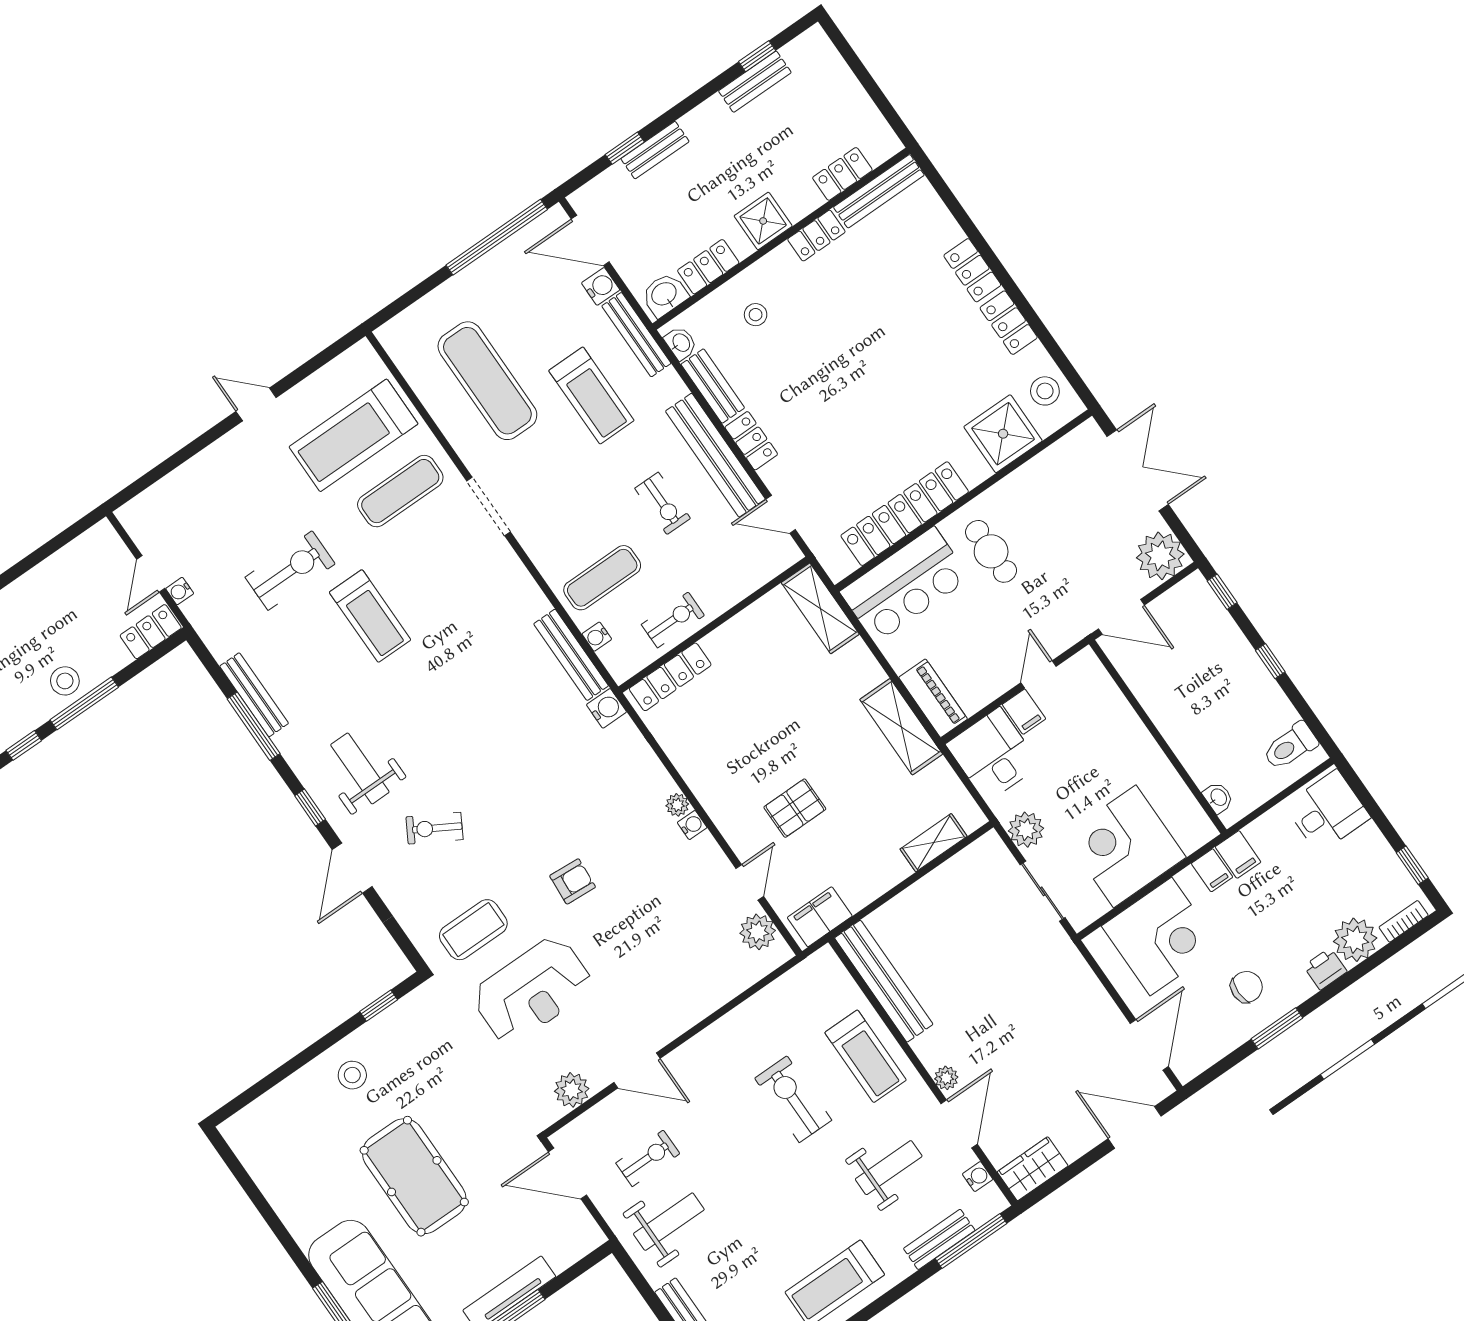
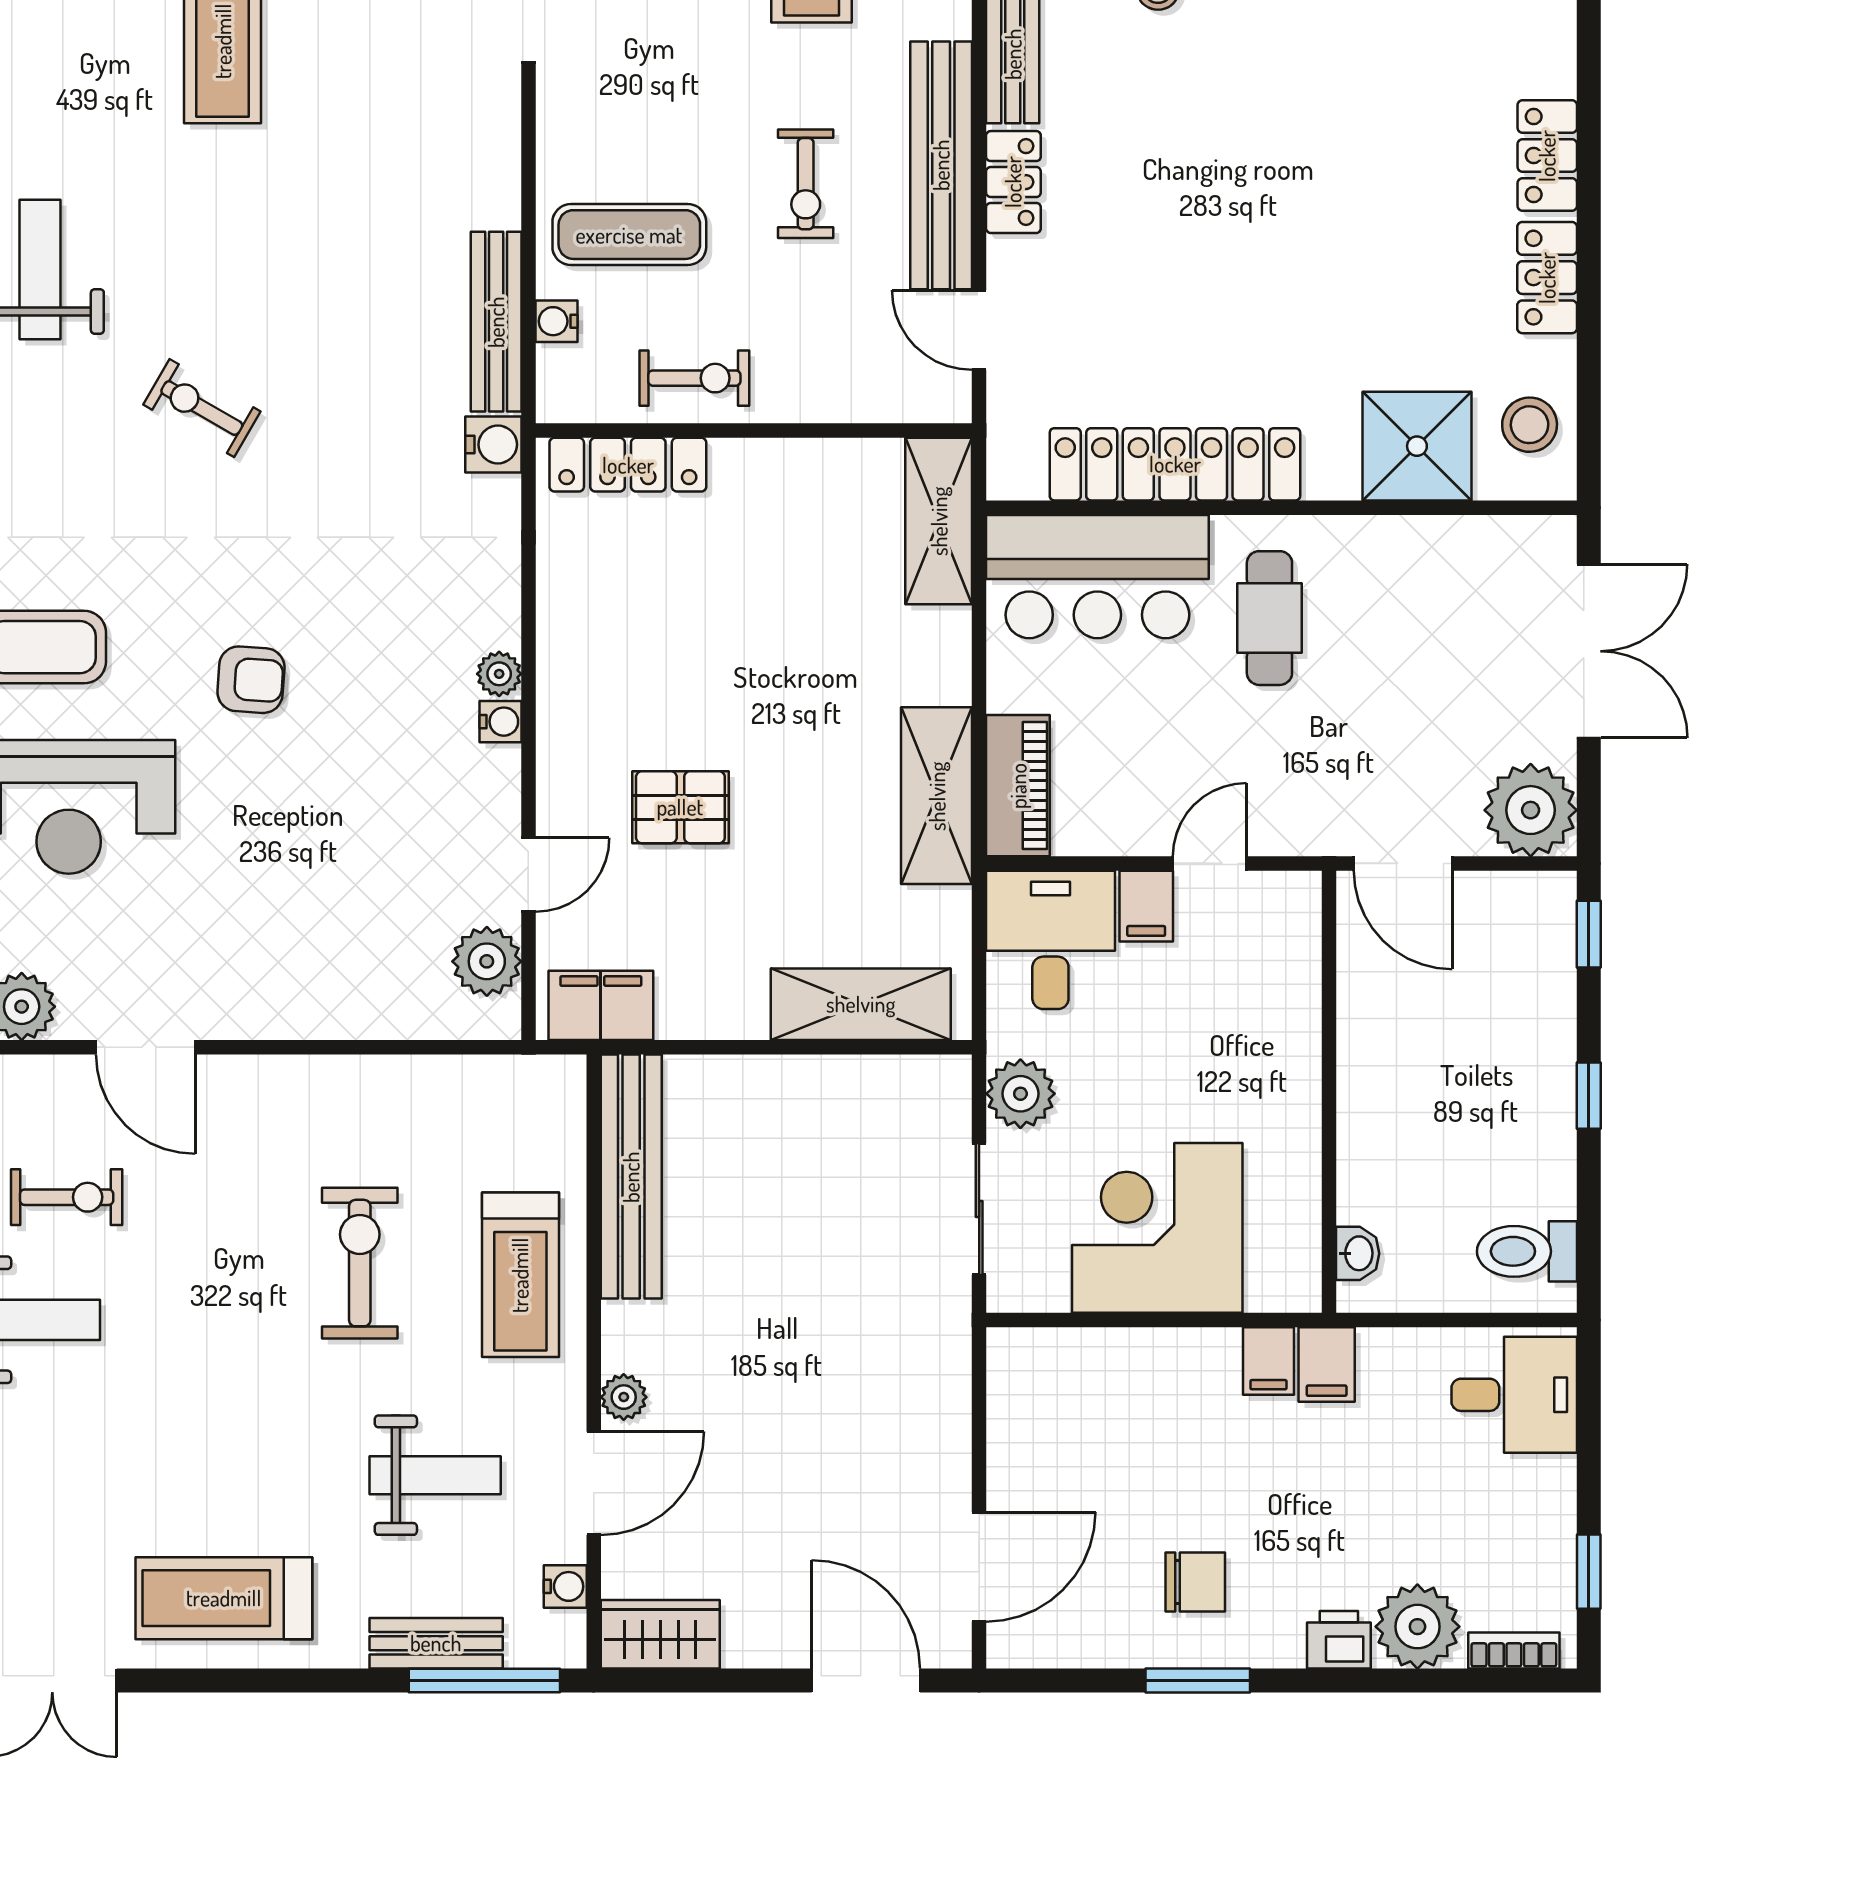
exercise bike: (435, 828) -> (202, 408), moved
shelving: (934, 843) -> (861, 1004), width x1.50, depth x1.33
corner desk: (1161, 937) -> (1116, 1409), removed

